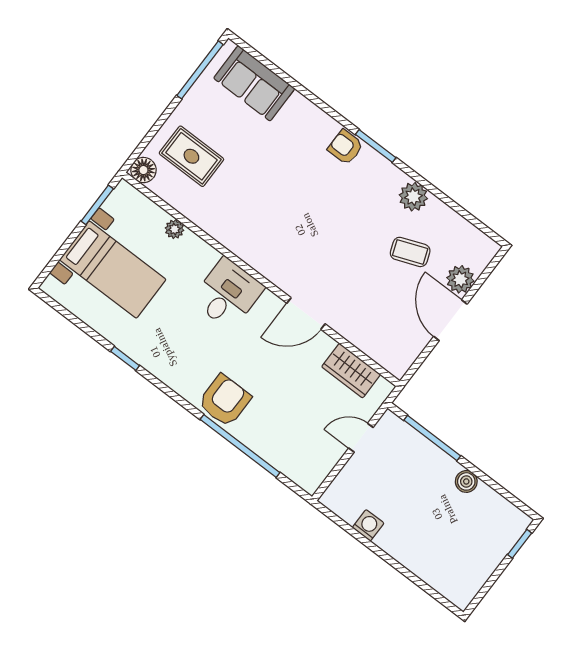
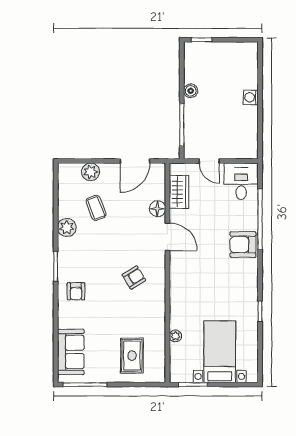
armchair: (345, 147) -> (76, 291), moved
floor lamp: (143, 170) -> (157, 209), moved
armchair: (287, 233) -> (134, 278), added
desk: (228, 294) -> (241, 181), moved, turned 90
door: (450, 320) -> (135, 161), moved
washing machine: (368, 525) -> (251, 97), moved

